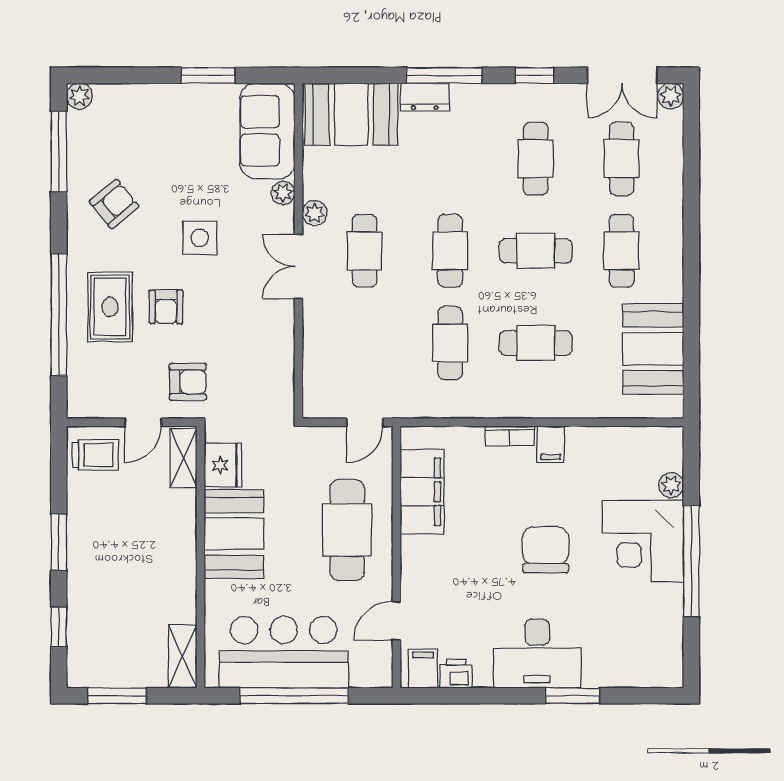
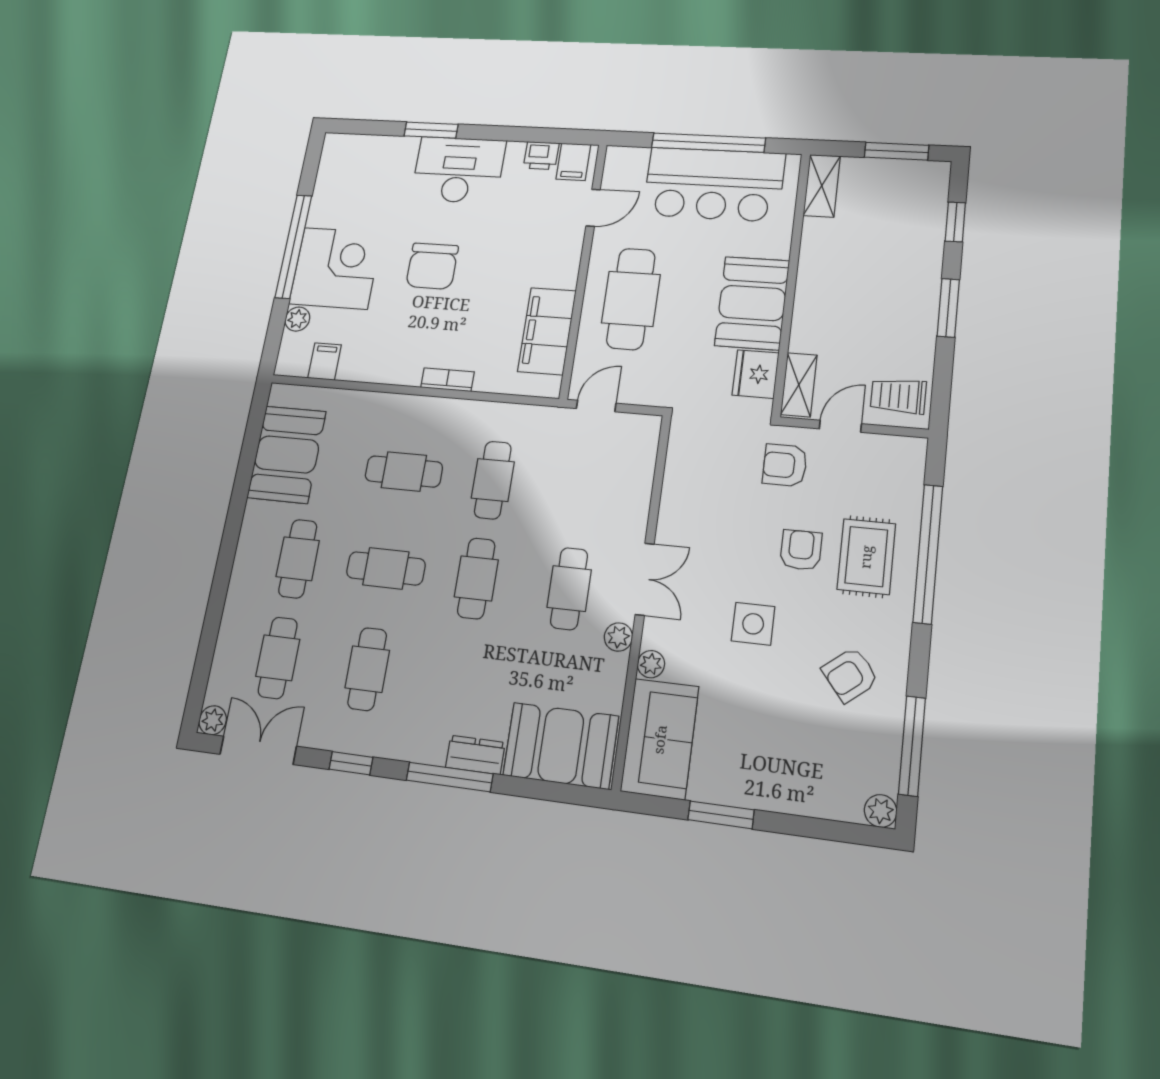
filing cabinet: (551, 444) -> (325, 361), moved

